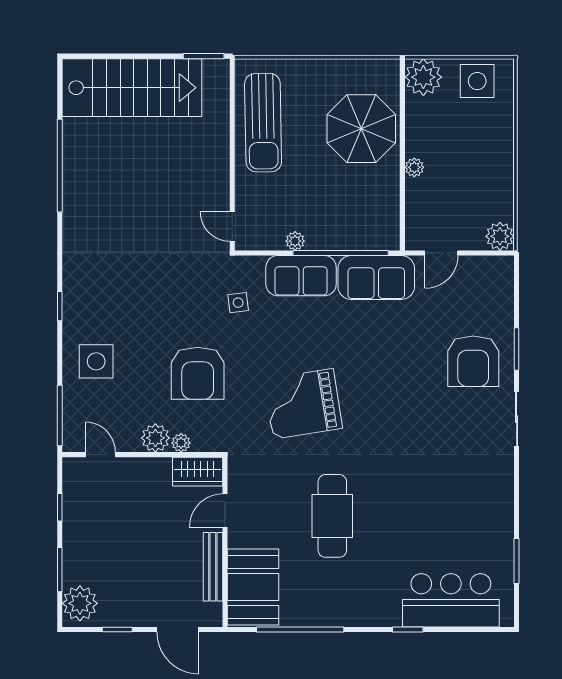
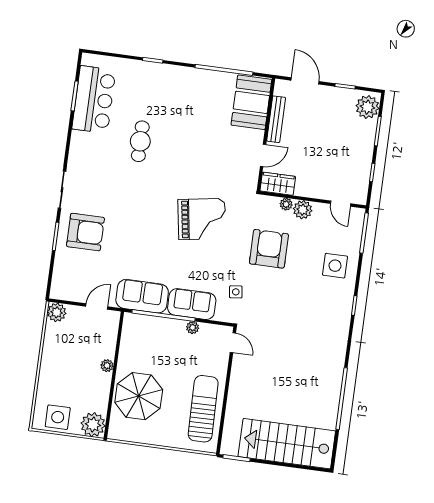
armchair: (473, 361) -> (85, 232), turned 90
cafe table: (332, 516) -> (140, 141), moved, width x0.73, depth x0.74
bar counter: (451, 600) -> (94, 100), moved, turned -90

